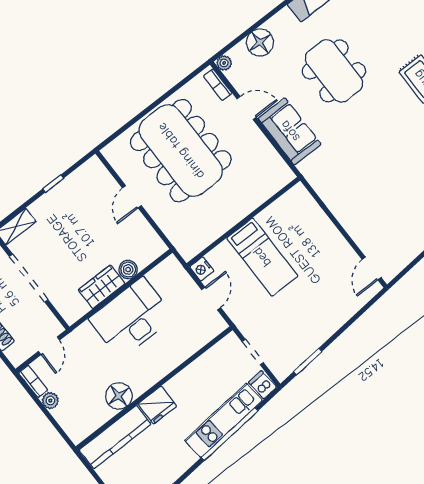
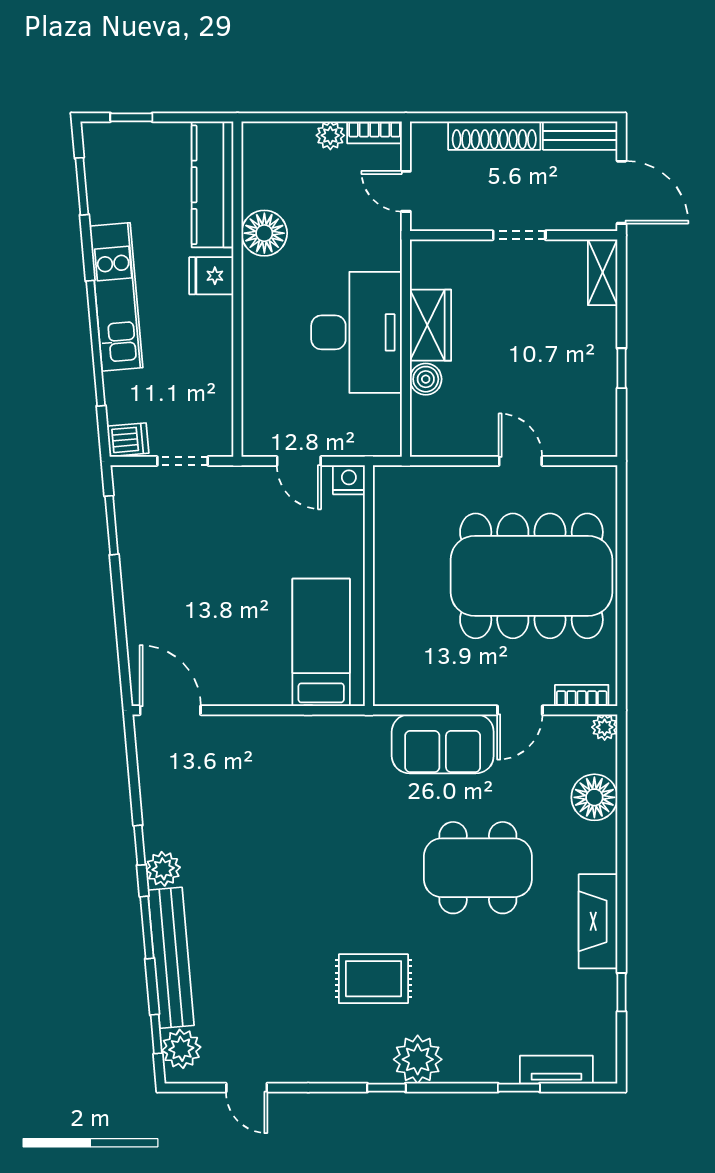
bed: (262, 257) -> (321, 642), moved, turned 90
door: (372, 269) -> (170, 710), width x1.38
doorway: (29, 278) -> (519, 235), width x0.53
fridge: (157, 405) -> (211, 276), width x0.72
kitchen unit: (223, 420) -> (116, 297), moved

